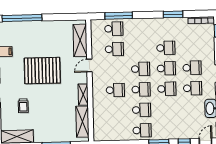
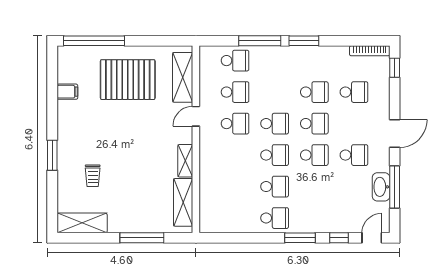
window: (173, 14) -> (304, 41), moved
window: (119, 16) -> (260, 41), moved
school desk: (192, 68) -> (354, 92), moved
pallet: (42, 71) -> (128, 80), moved
school desk: (115, 90) -> (235, 124), moved

